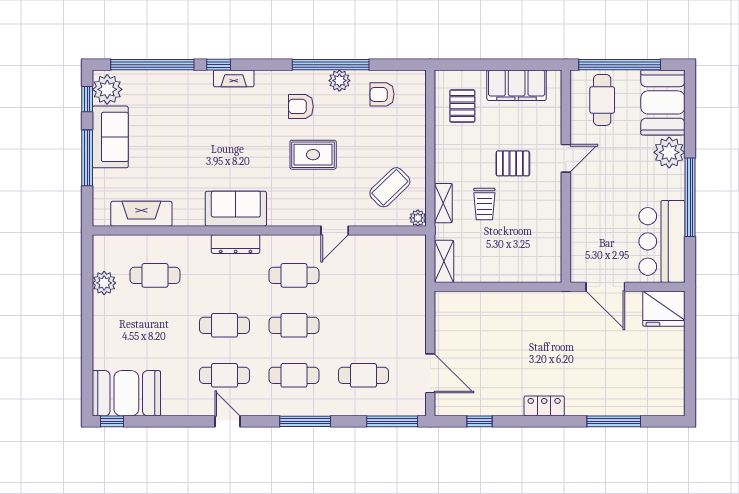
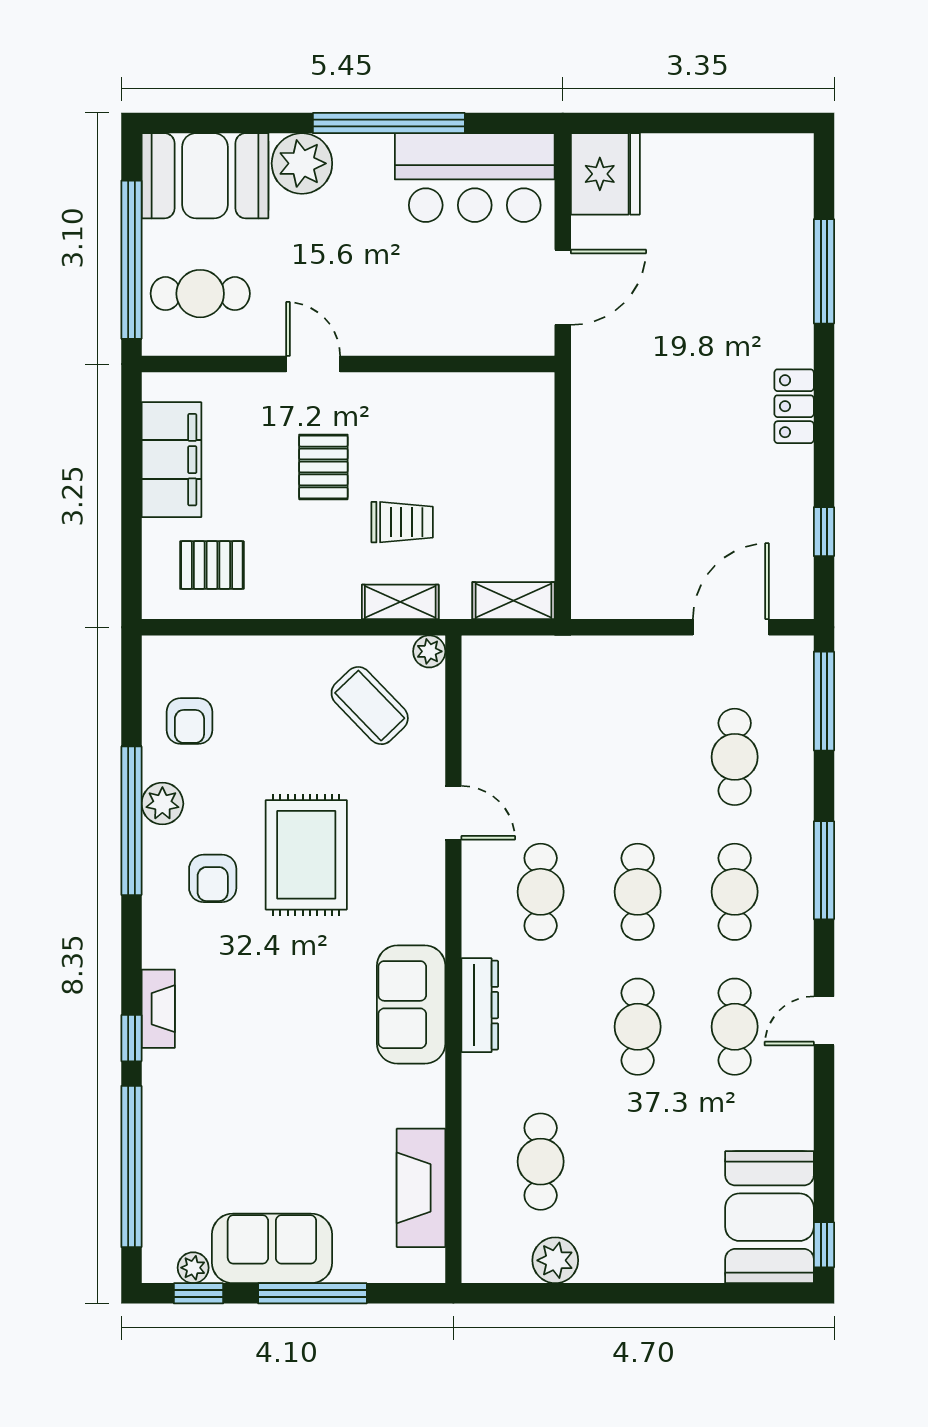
plant: (107, 89) -> (193, 1268), width x0.53, depth x0.53
rug: (313, 155) -> (306, 855), width x1.36, depth x1.43

